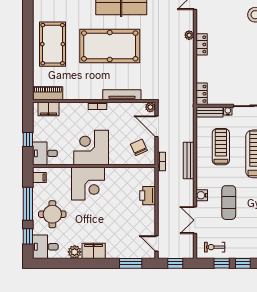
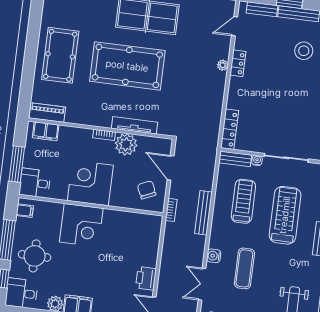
locker: (202, 44) -> (238, 63), moved
locker: (202, 94) -> (230, 129), width x1.53
plant: (150, 107) -> (126, 144), moved, width x1.88, depth x1.88
window: (28, 139) -> (17, 164), width x2.17
printer: (148, 196) -> (146, 278), moved

